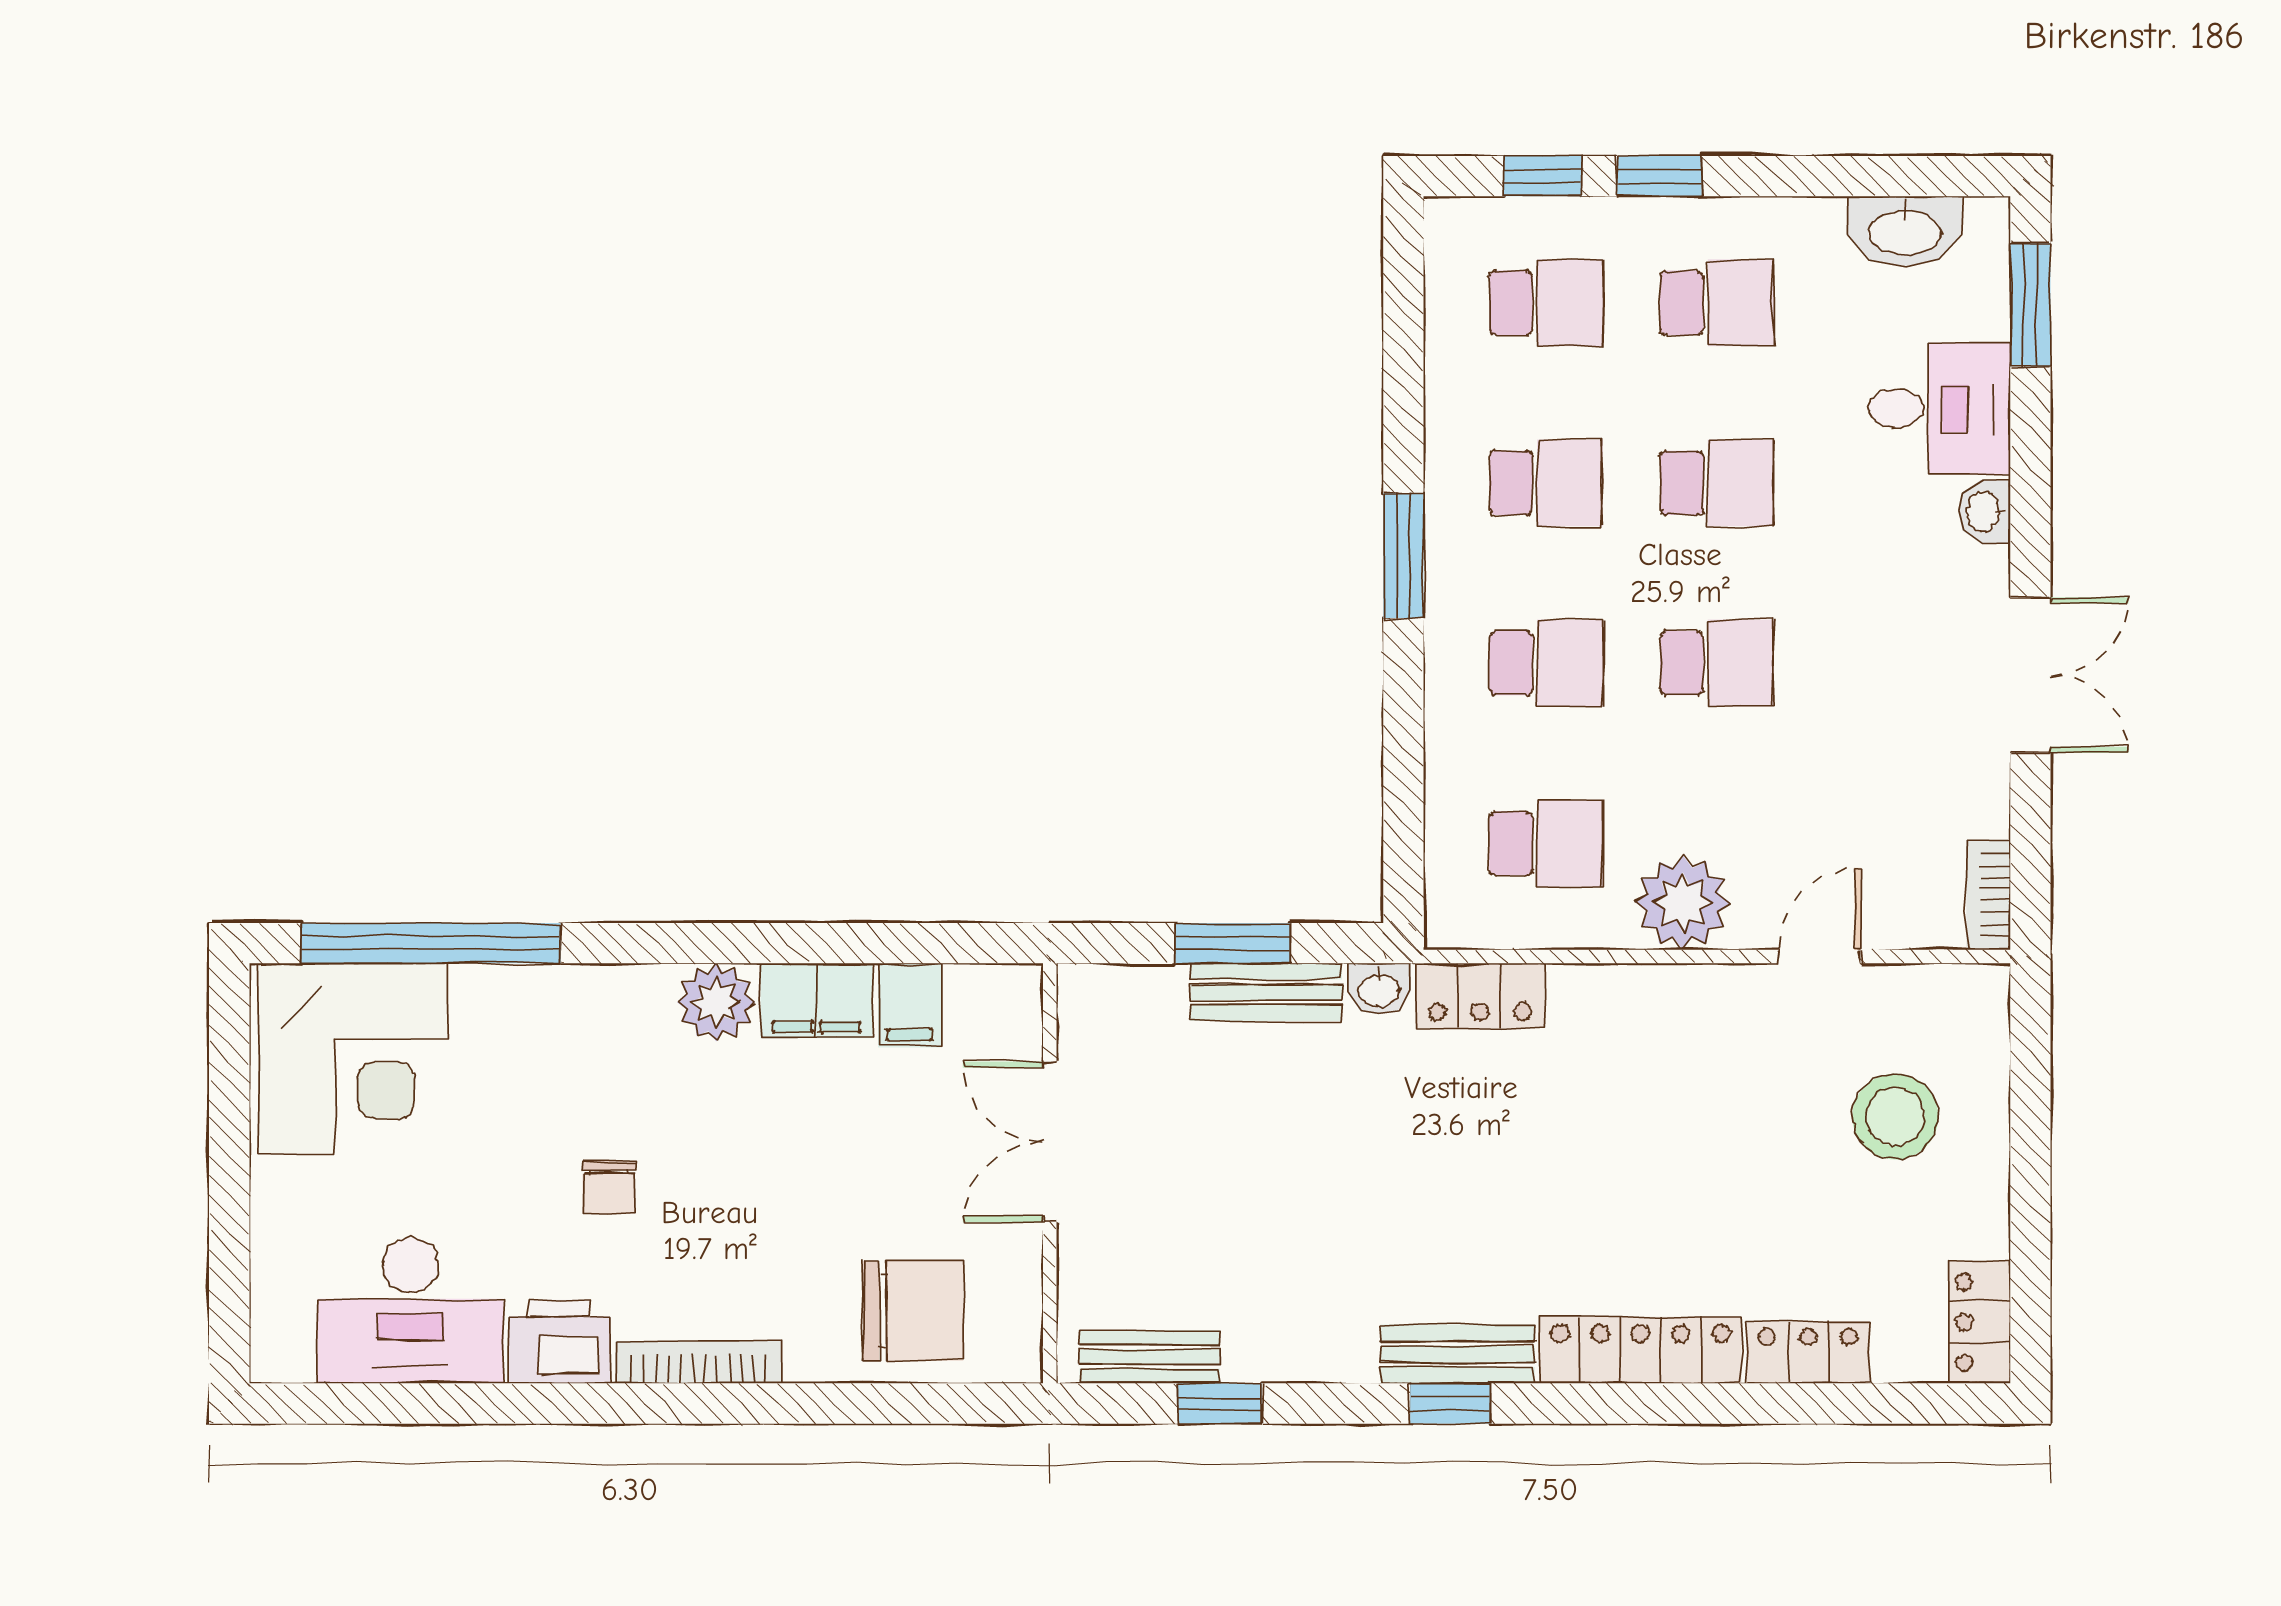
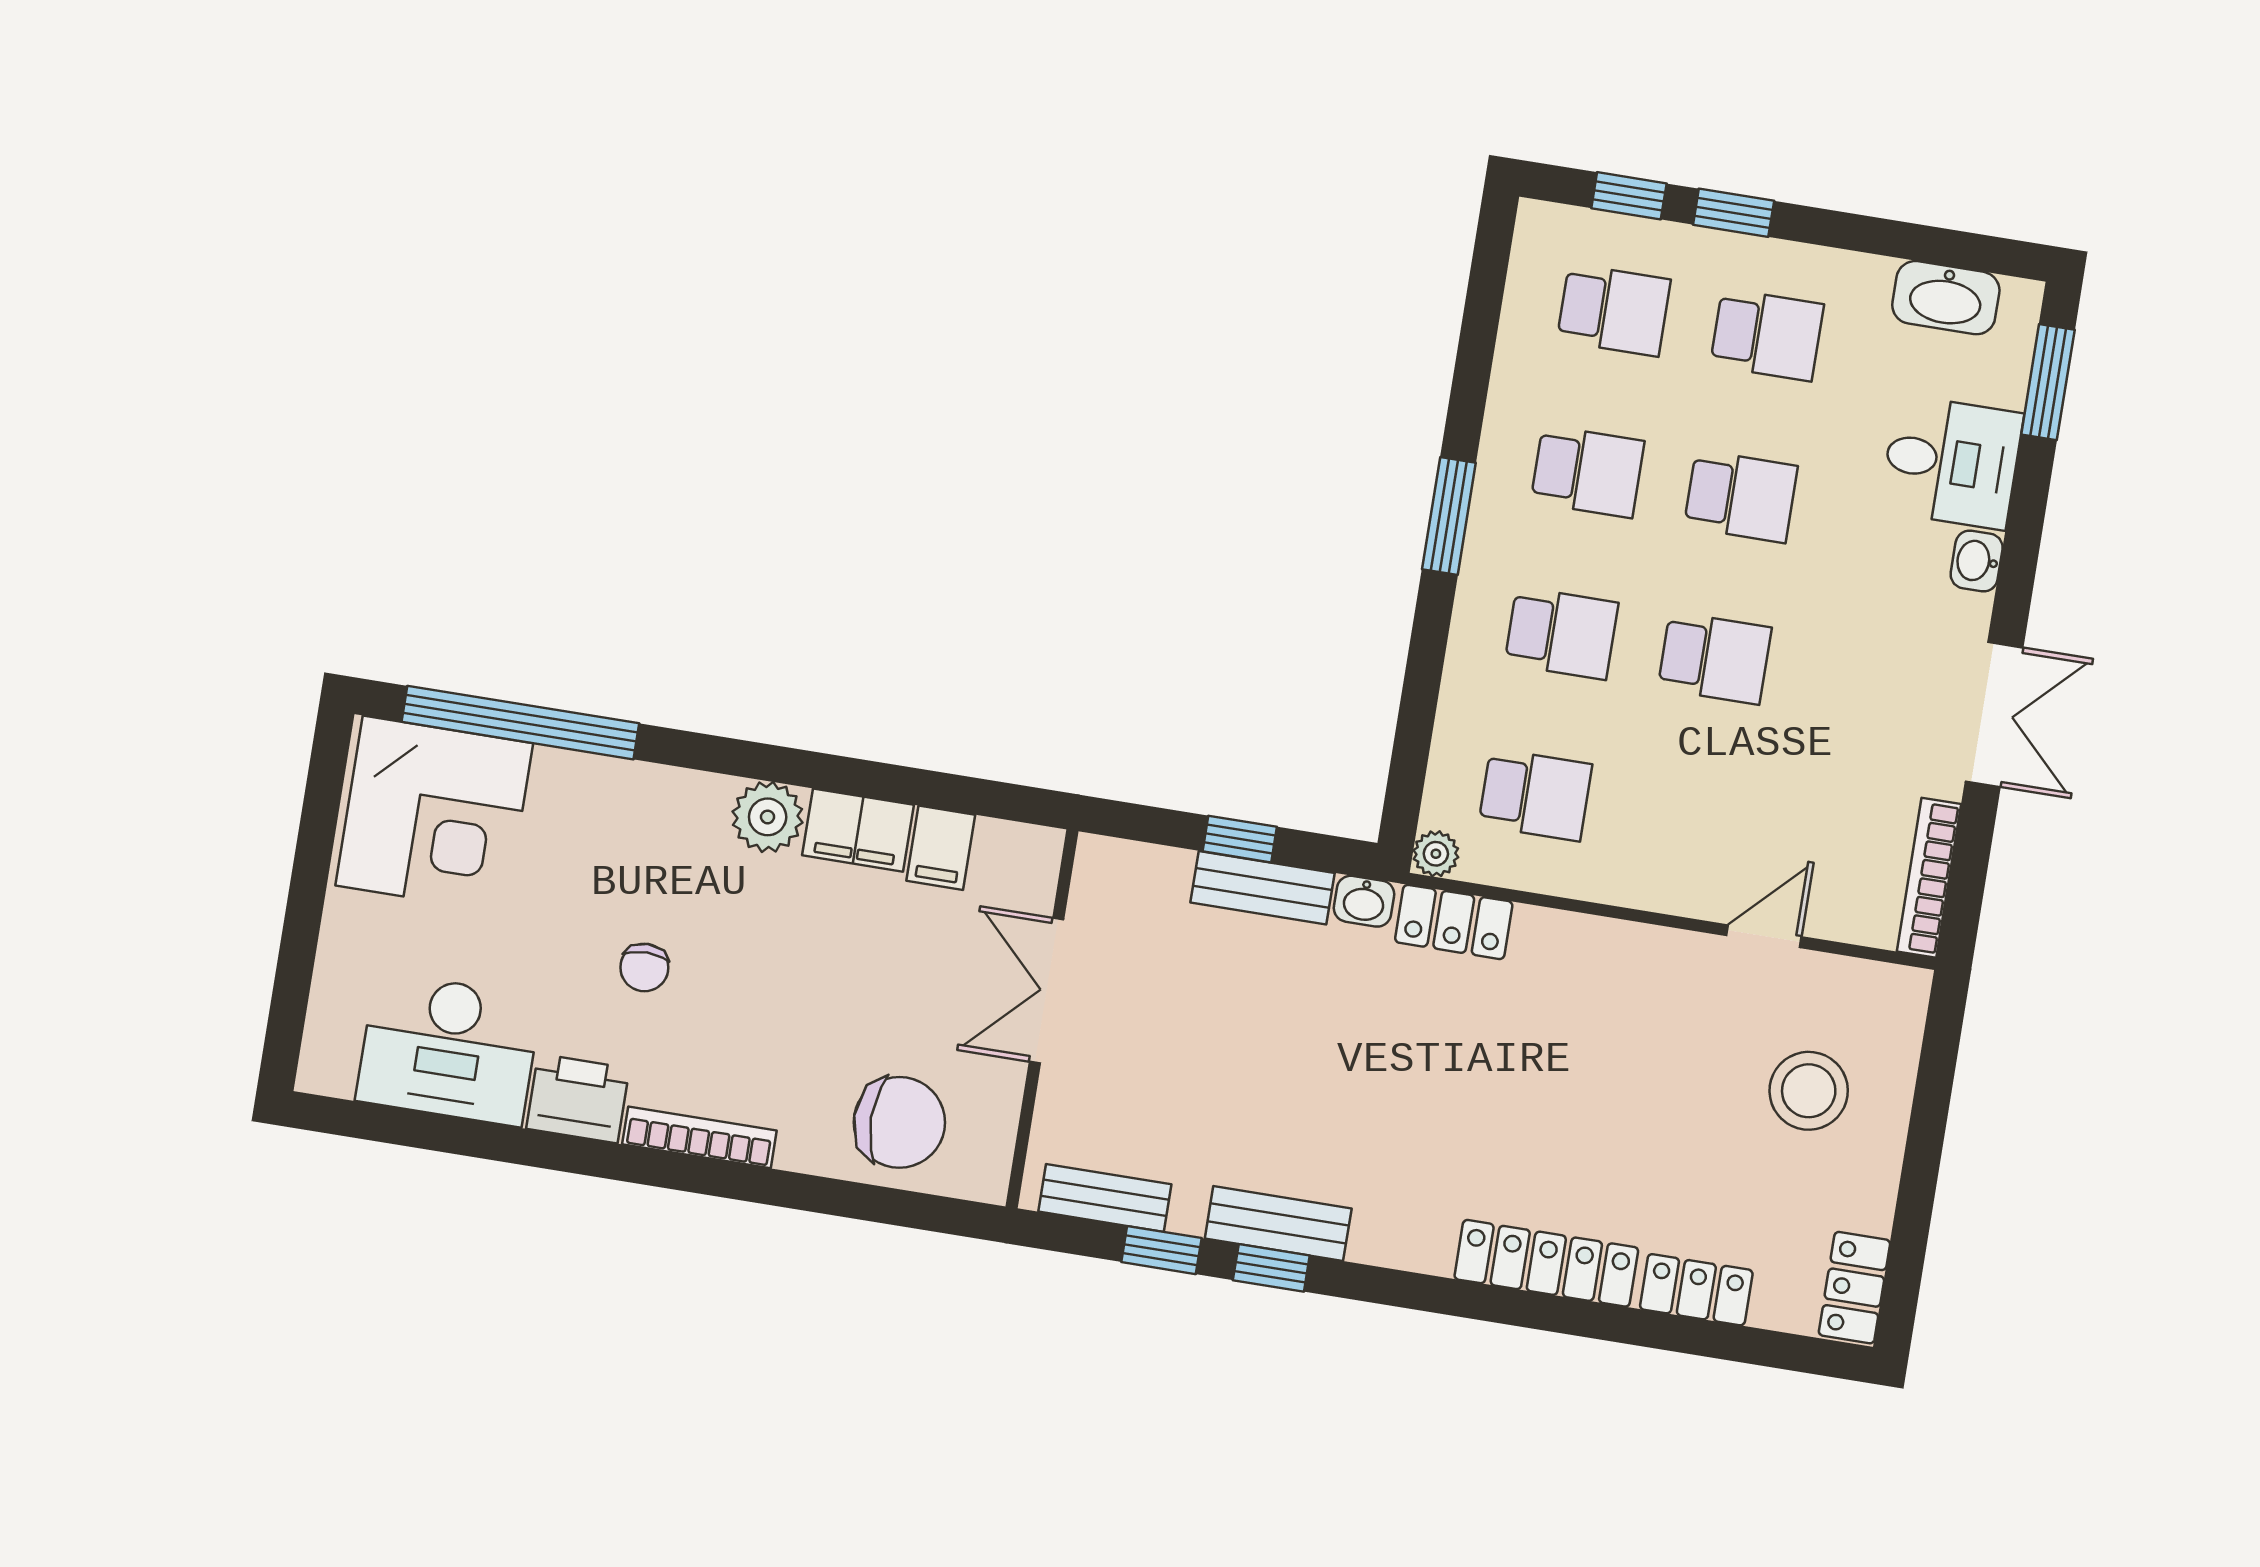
bookcase: (1988, 895) -> (1929, 878), width x1.56
plant: (1683, 903) -> (1436, 854), moved, width x0.53, depth x0.53
window: (1233, 943) -> (1240, 839), width x0.67
bench: (1458, 1354) -> (1278, 1224), moved
window: (1450, 1404) -> (1271, 1268), moved

